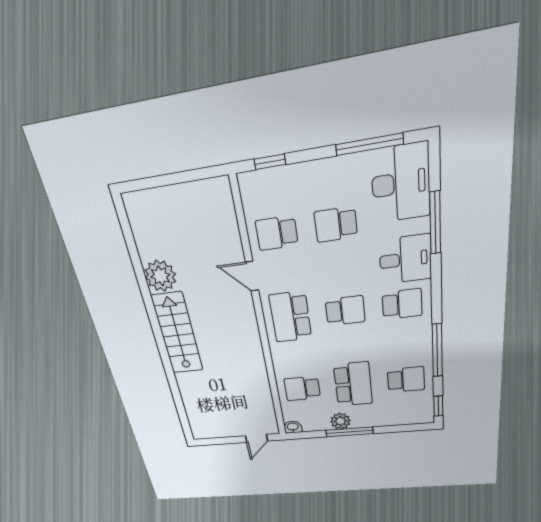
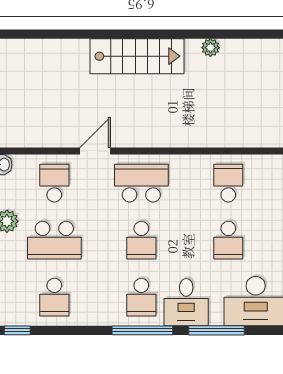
school desk: (336, 224) -> (228, 240), turned 180
plant: (160, 276) -> (210, 48), width x0.53, depth x0.53
door: (252, 276) -> (95, 151), moved
window: (437, 350) -> (142, 330), moved

